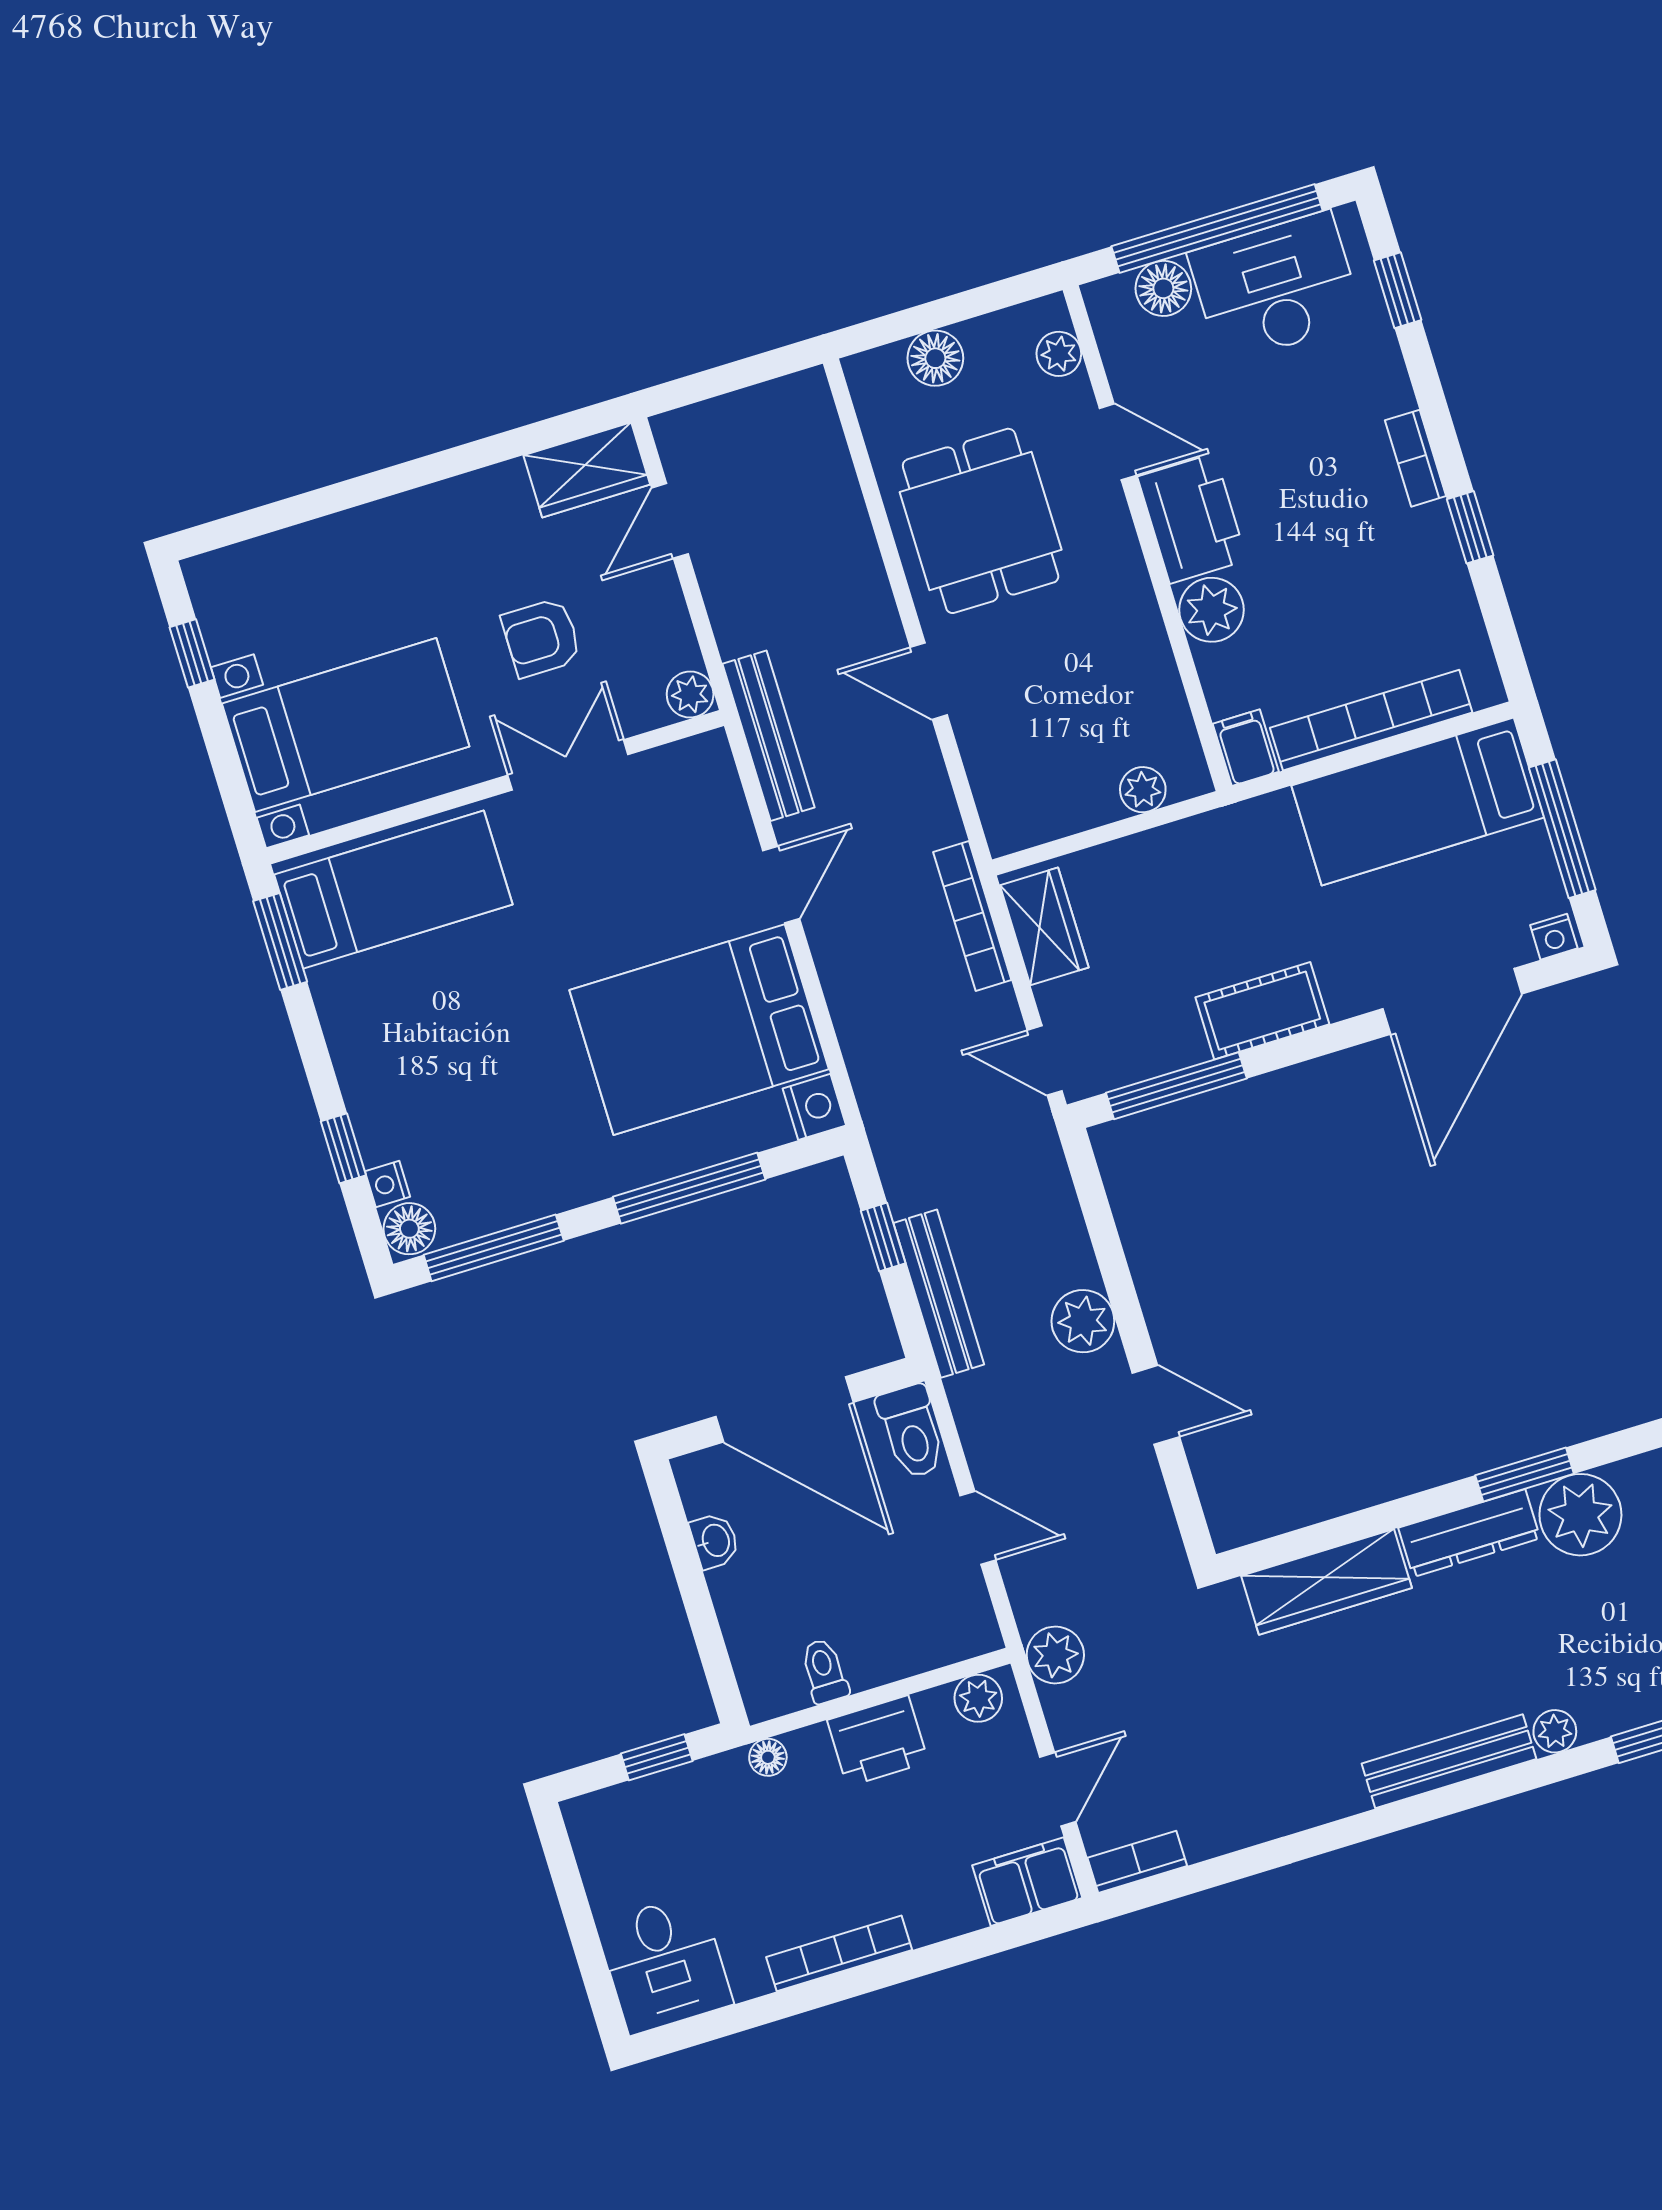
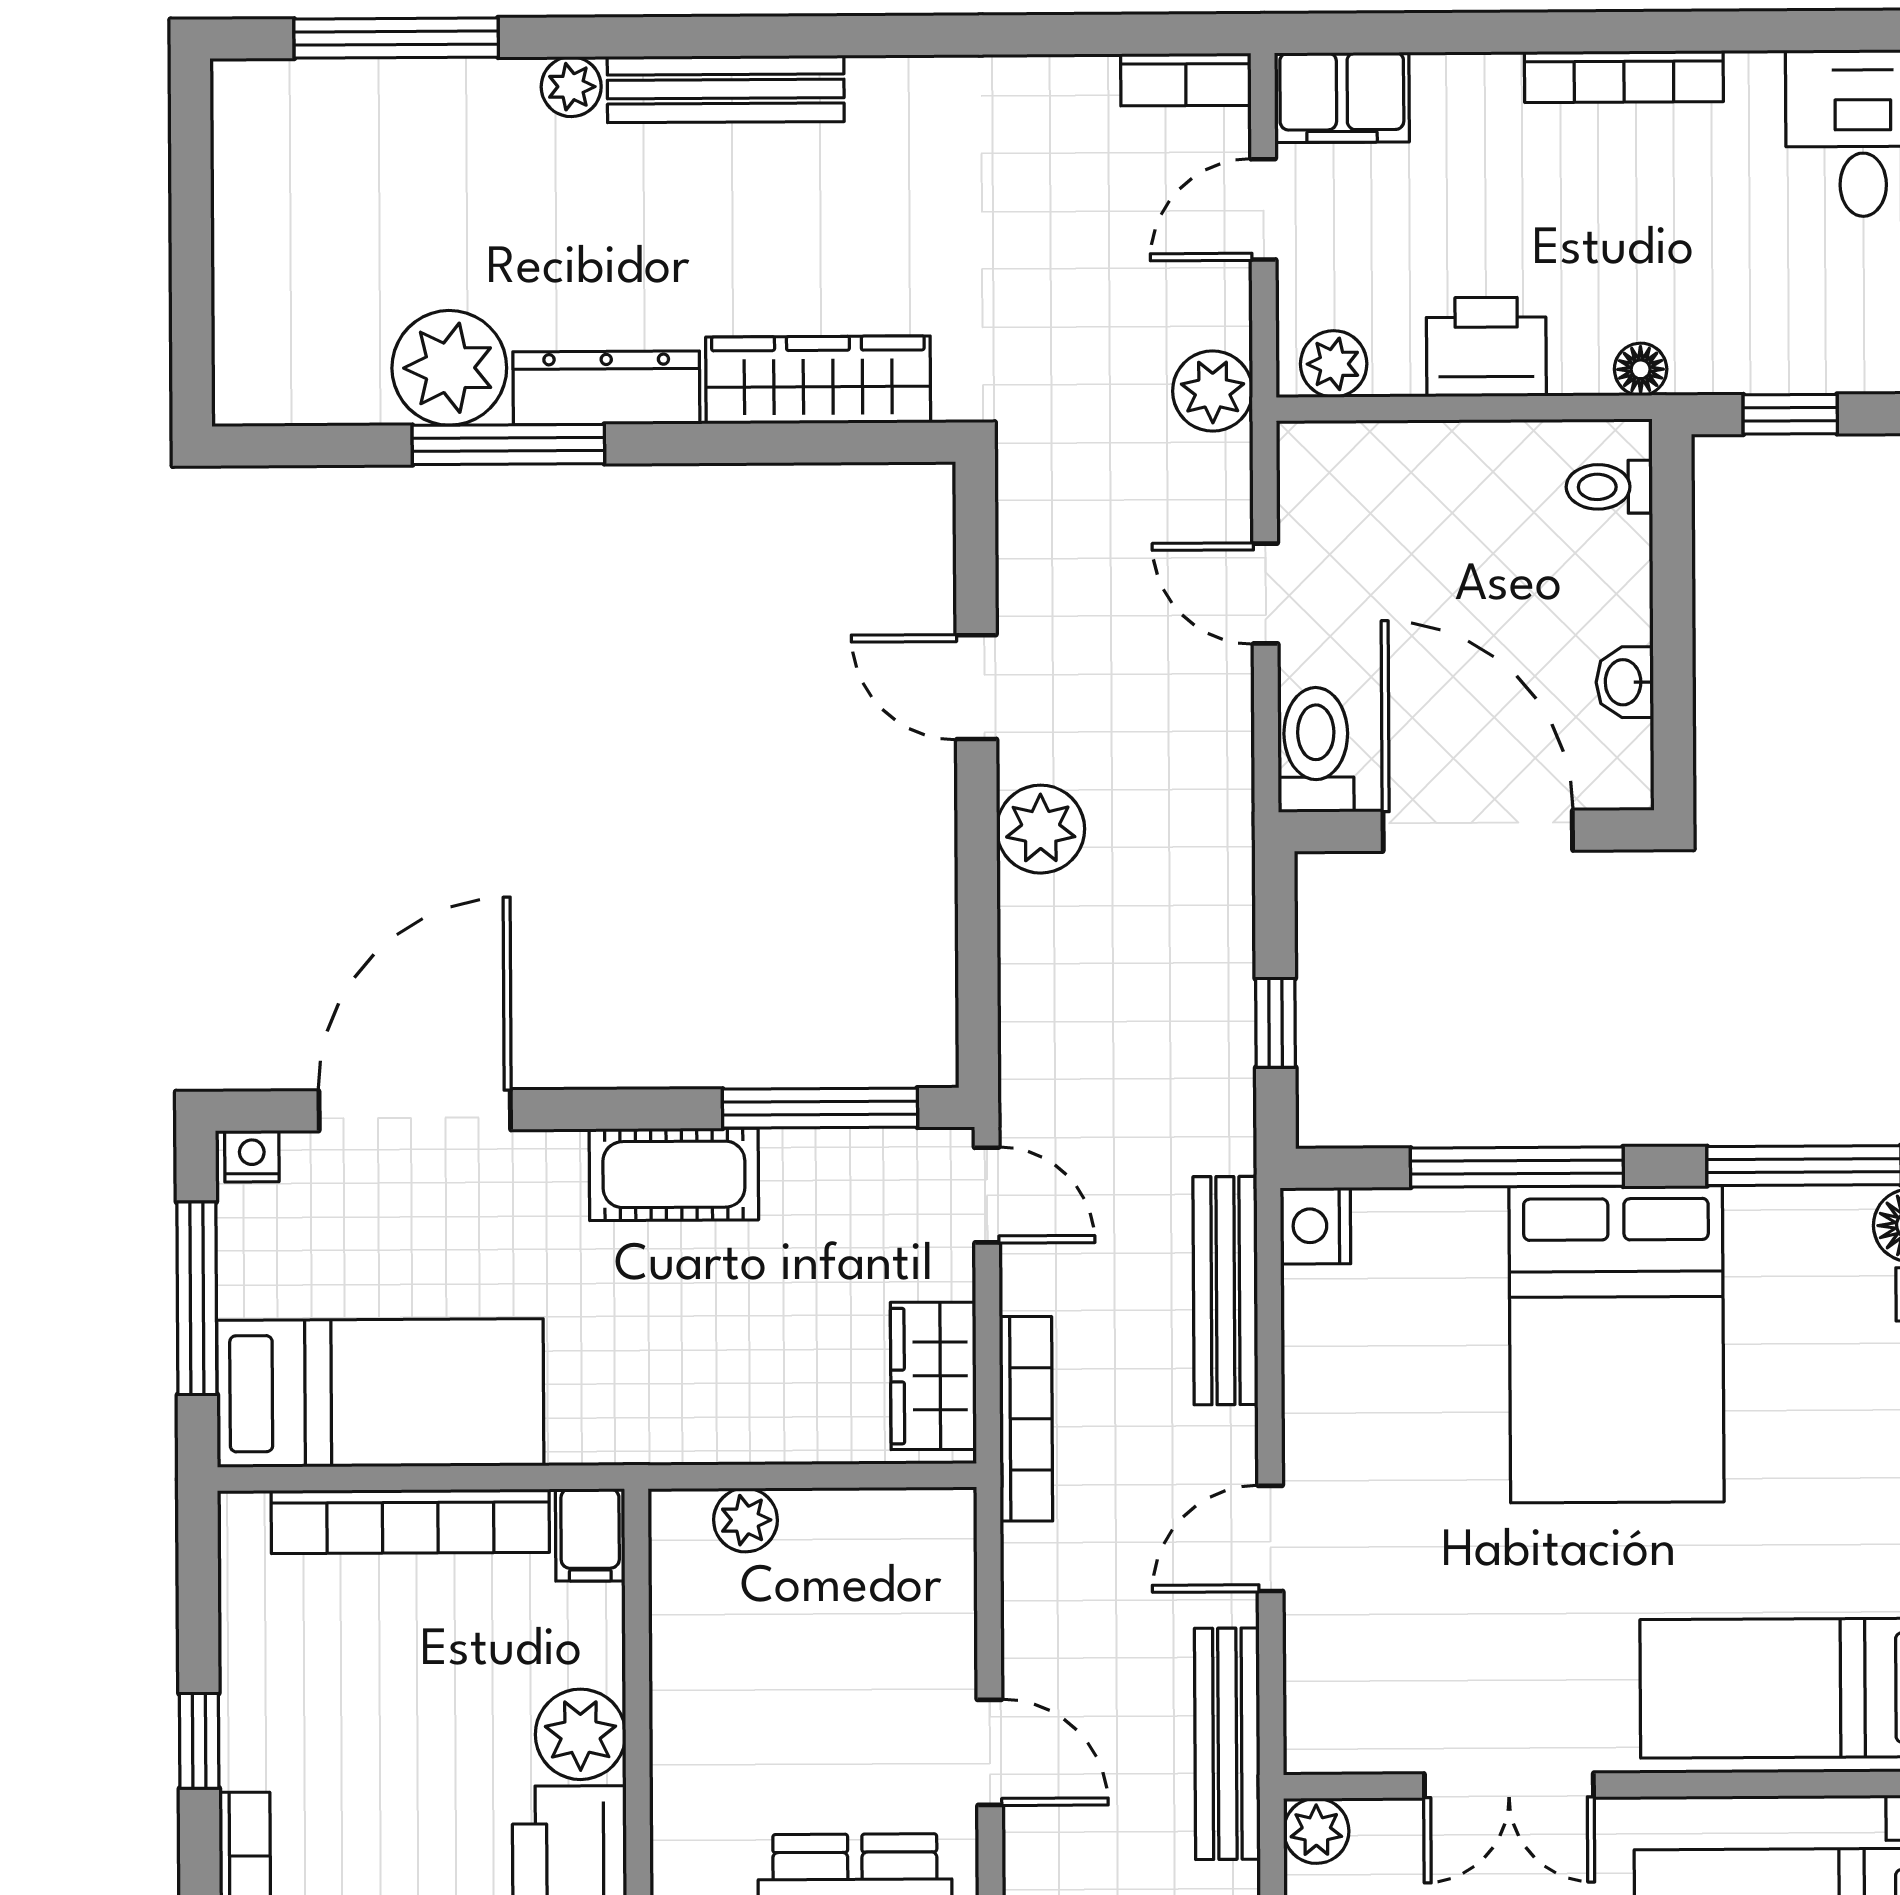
bed: (699, 1030) -> (1617, 1344), moved, turned 90
bench: (939, 1294) -> (1225, 1291), moved
window: (1525, 1474) -> (508, 444), width x1.44
toilet: (824, 1671) -> (1609, 487), moved, turned 90

